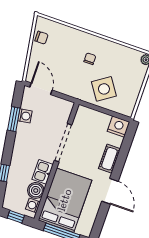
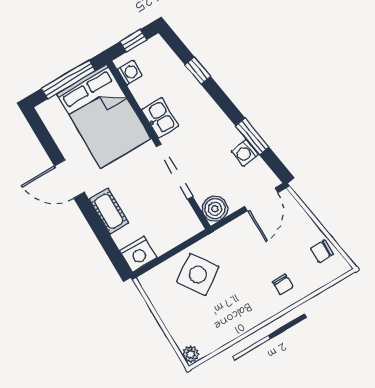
chair: (90, 59) -> (283, 284), moved
door: (41, 89) -> (261, 199), hinge flipped
boiler: (36, 190) -> (215, 209), moved

